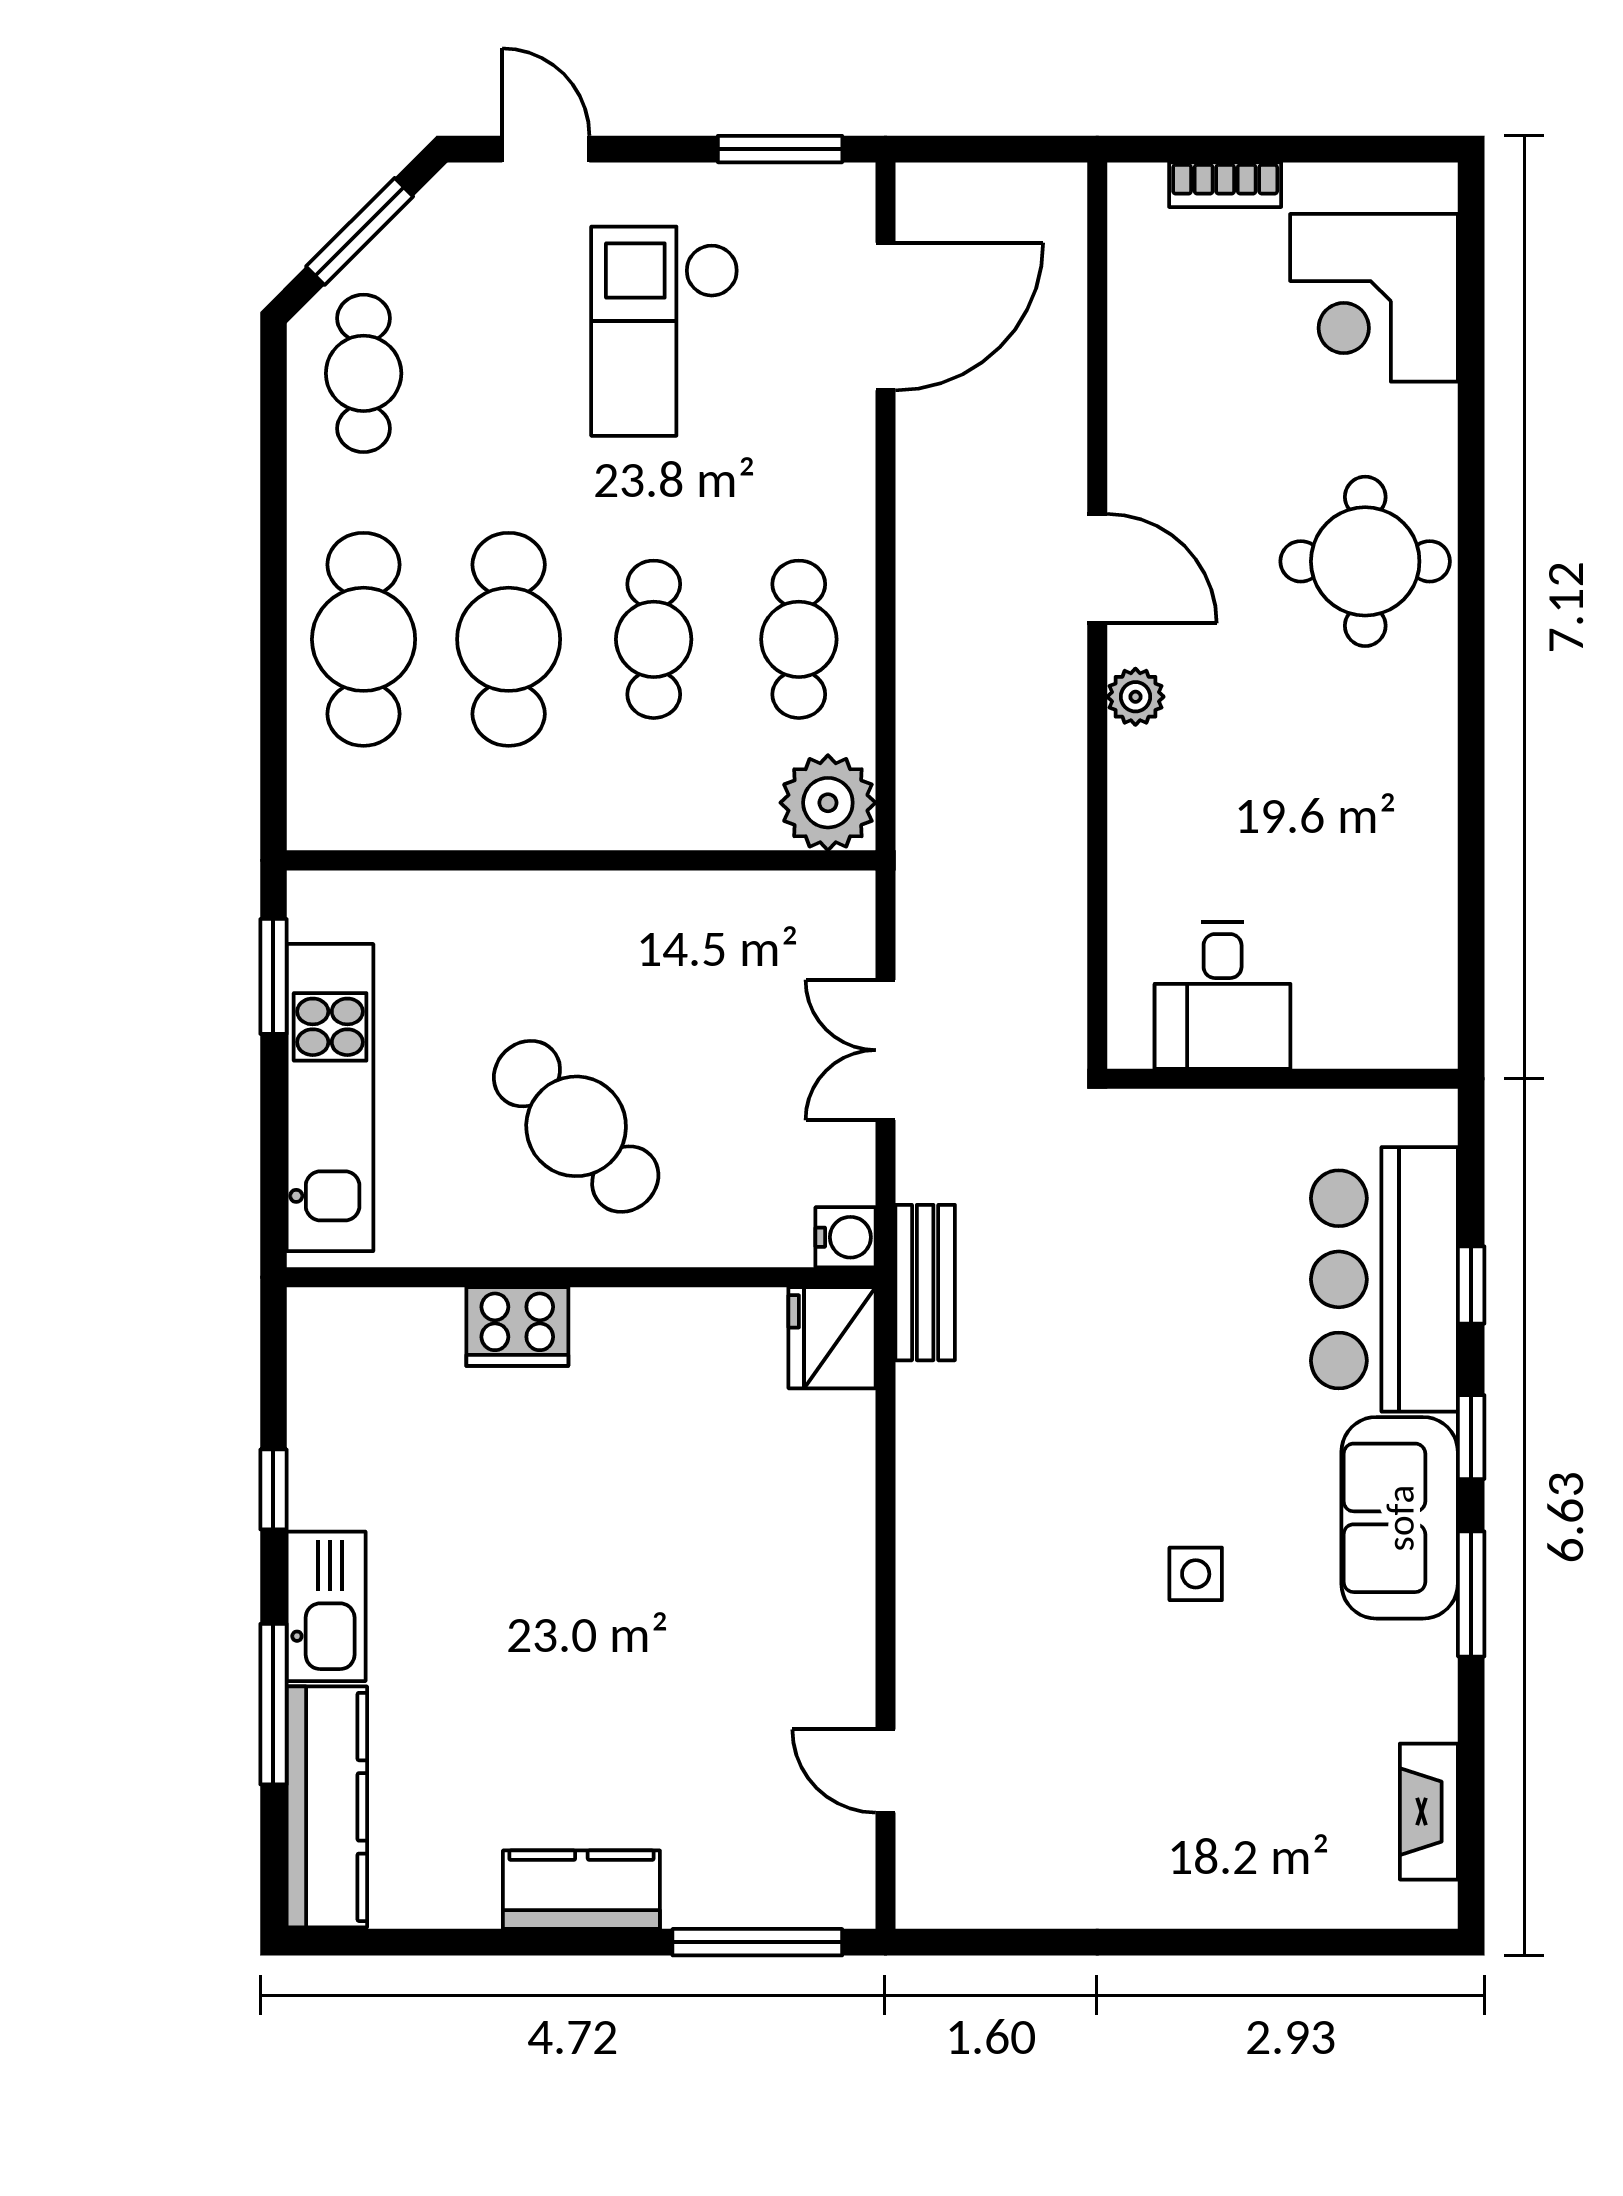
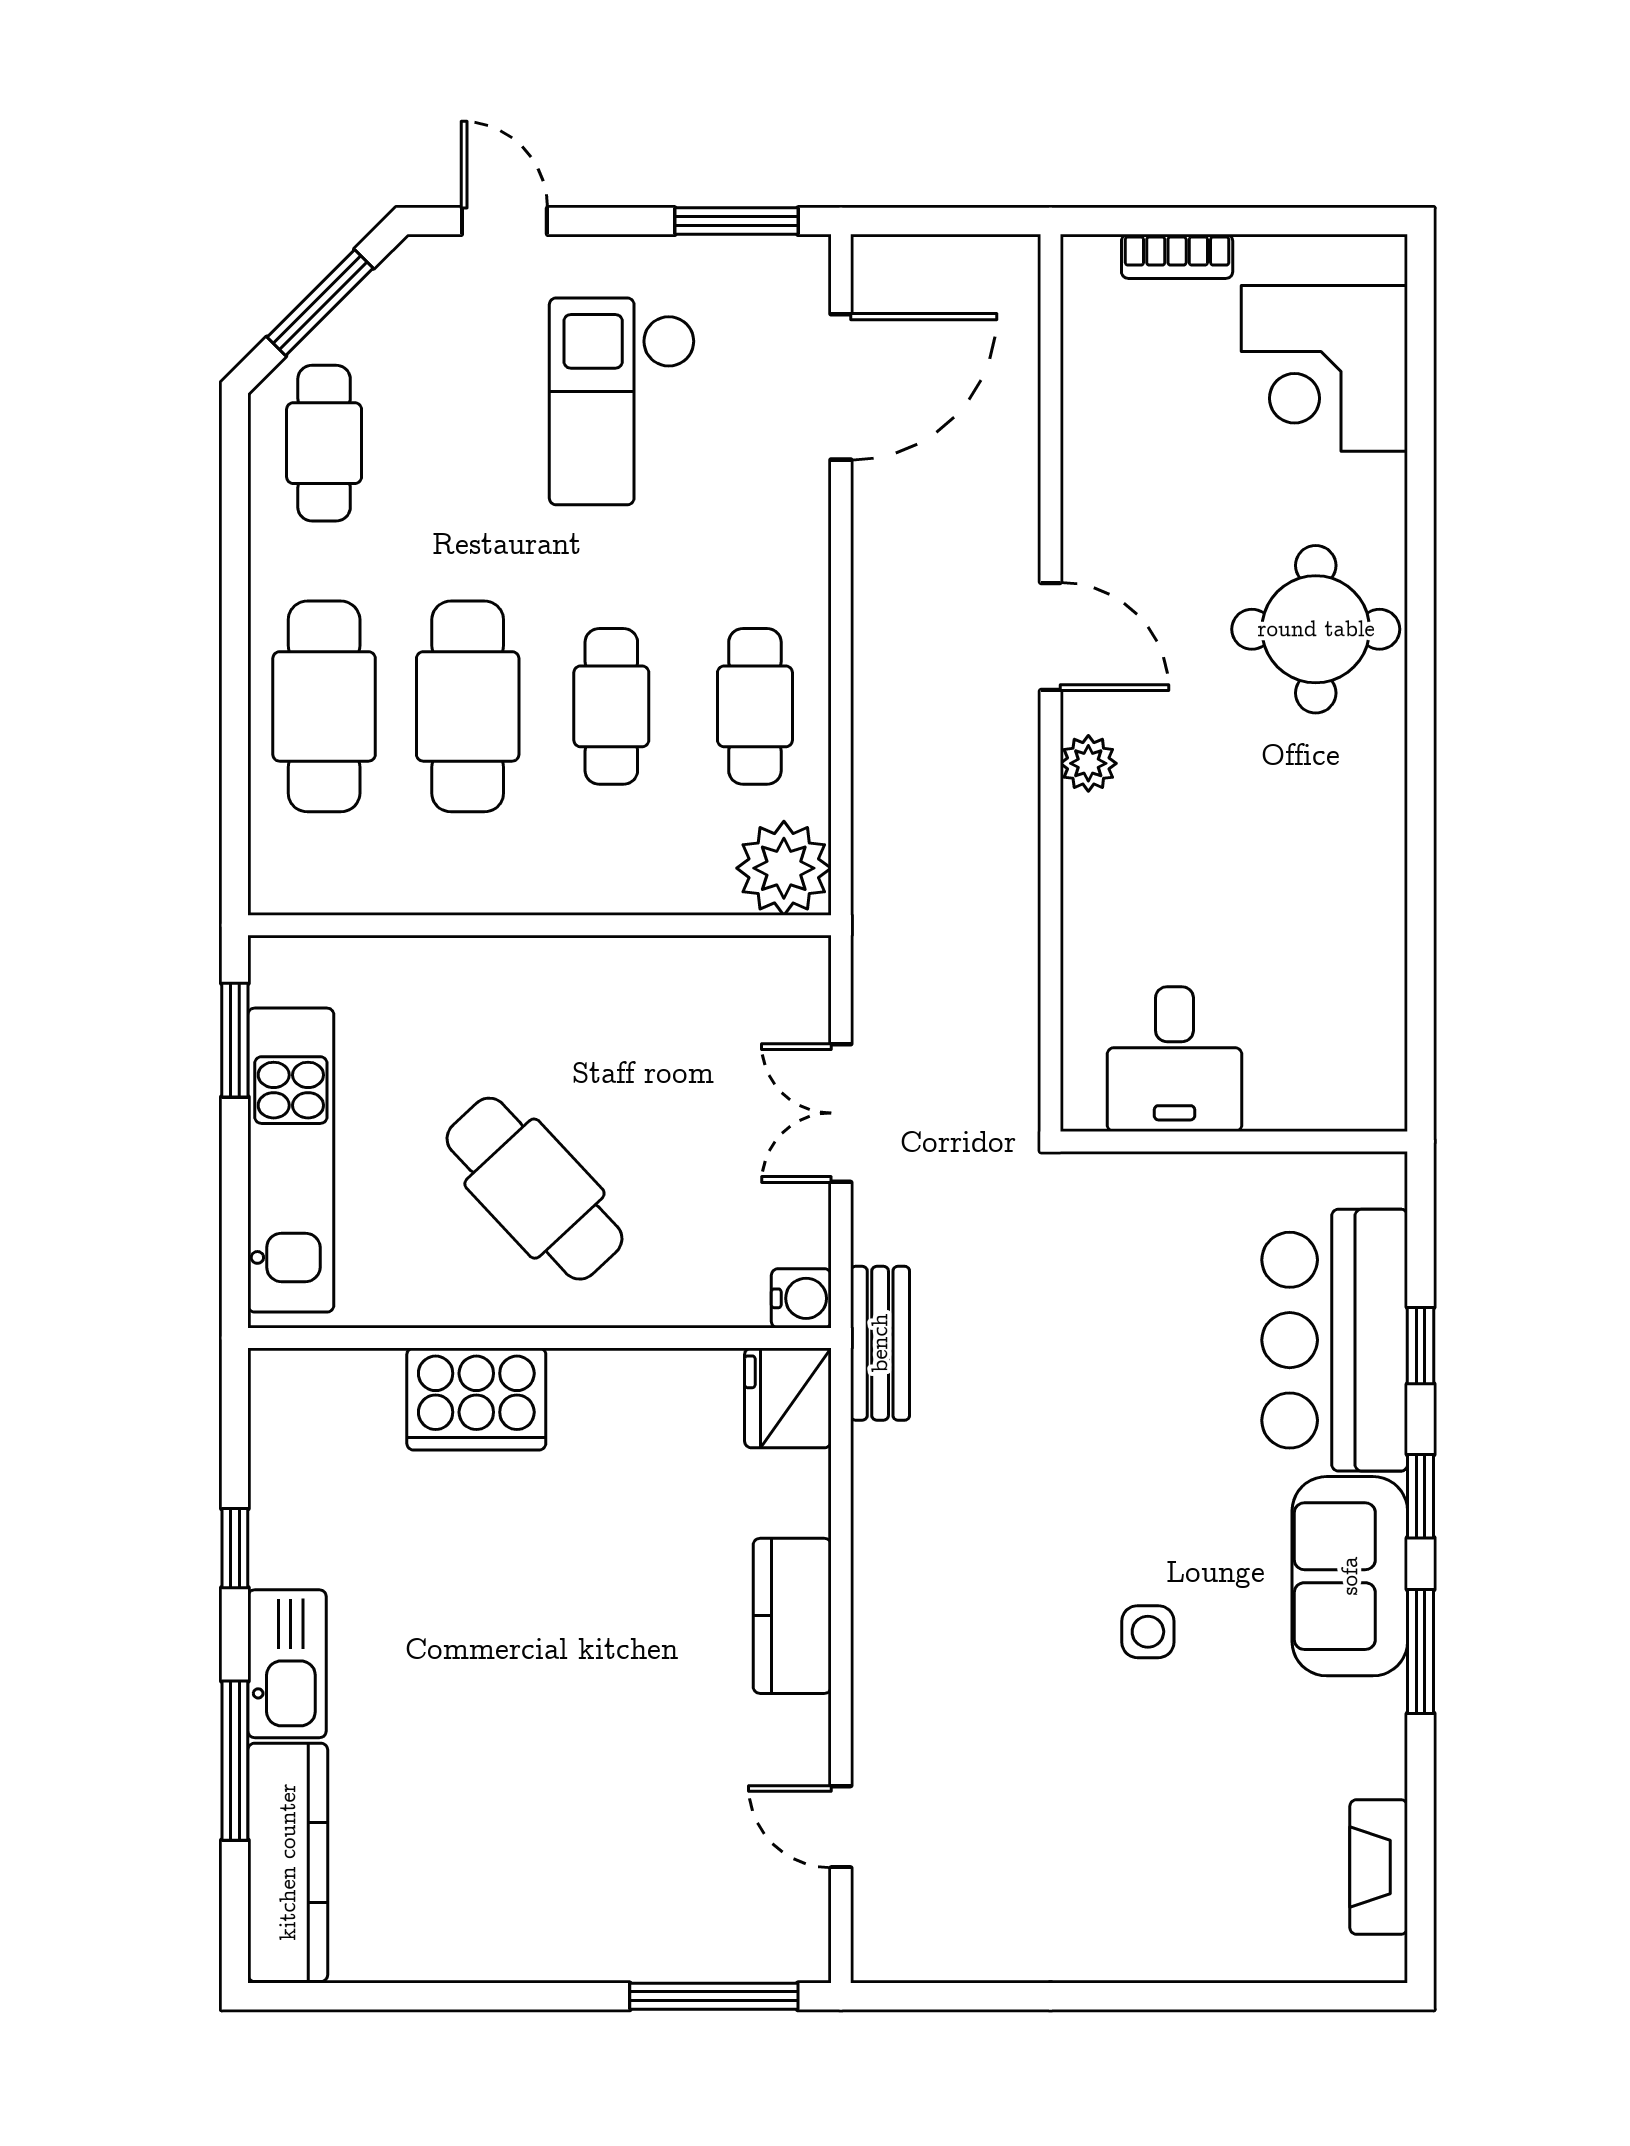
cooker: (517, 1327) -> (476, 1399), width x1.37, depth x1.31
kitchen counter: (581, 1890) -> (792, 1616), moved, turned -90

